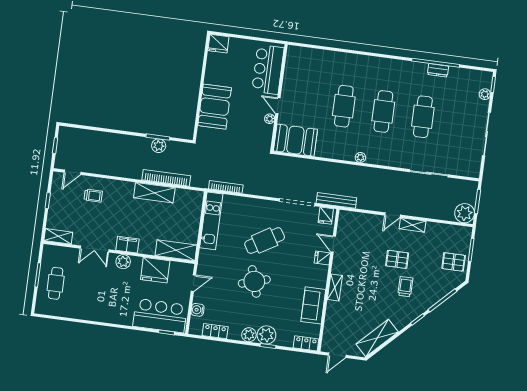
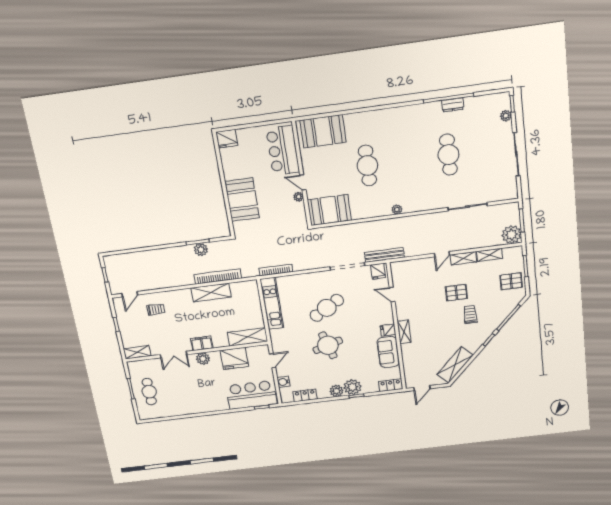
booth: (311, 62) -> (323, 131), added
cafe table: (383, 111) -> (408, 160), removed
shelving: (439, 228) -> (489, 255), added
fridge: (322, 258) -> (388, 330), moved

